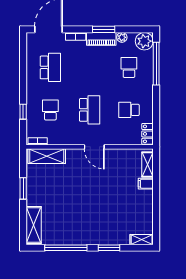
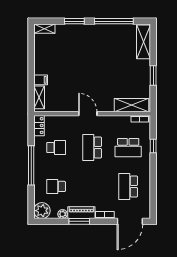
window: (156, 64) -> (31, 165), moved
school desk: (129, 67) -> (56, 186), turned 90
school desk: (50, 110) -> (128, 148), width x1.85

